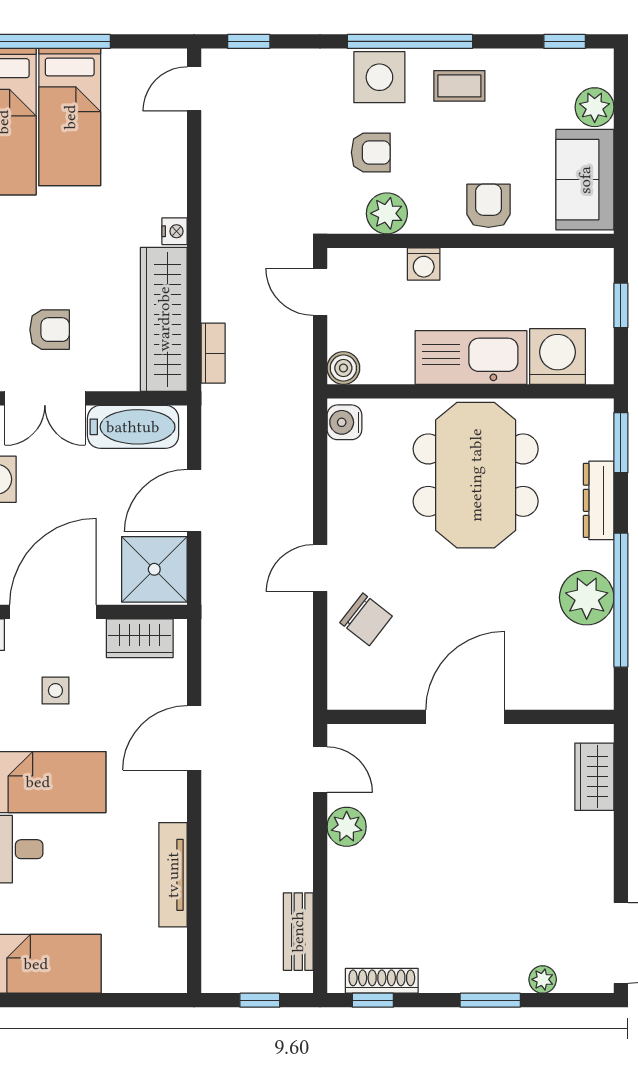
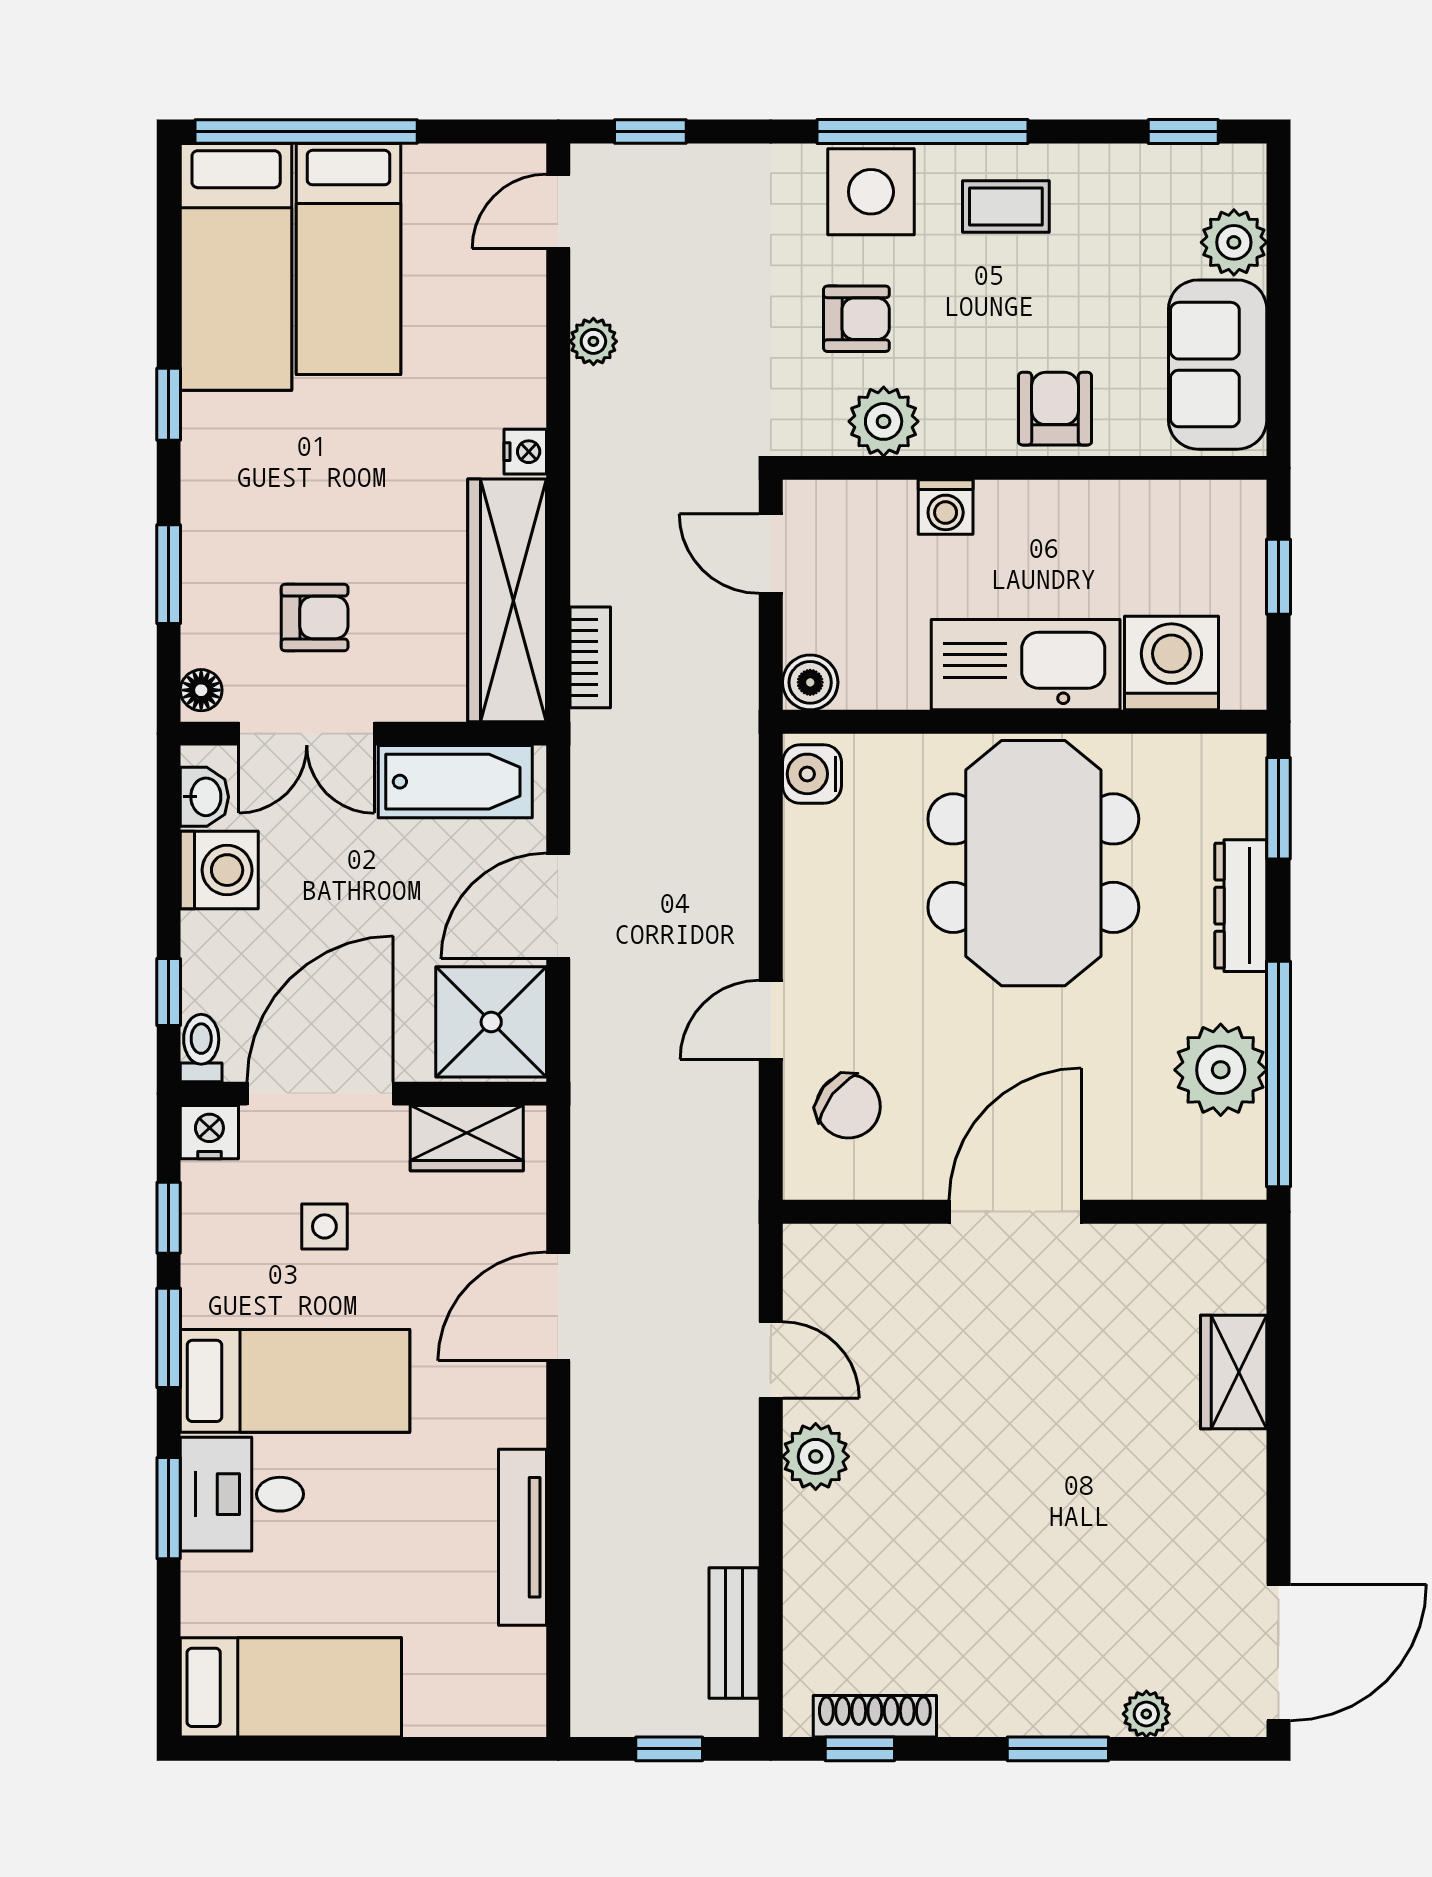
plant: (215, 166) -> (593, 341), added
door: (465, 717) -> (1015, 1212), moved
wall: (471, 717) -> (1025, 1212), moved

